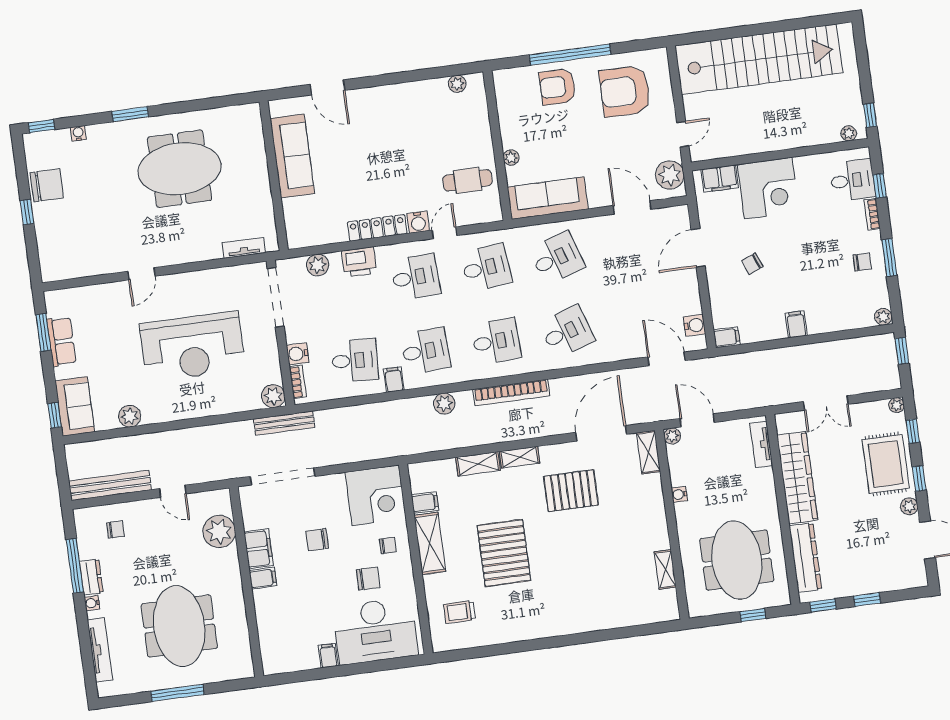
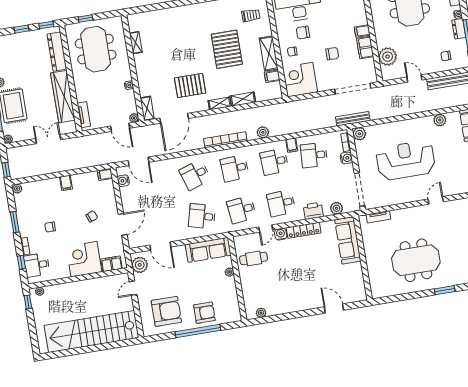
sofa: (292, 156) -> (348, 240), moved
desk: (557, 258) -> (202, 216), turned 33
chair: (862, 262) -> (50, 227), moved

